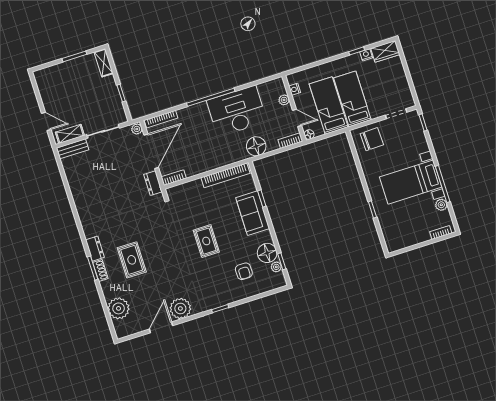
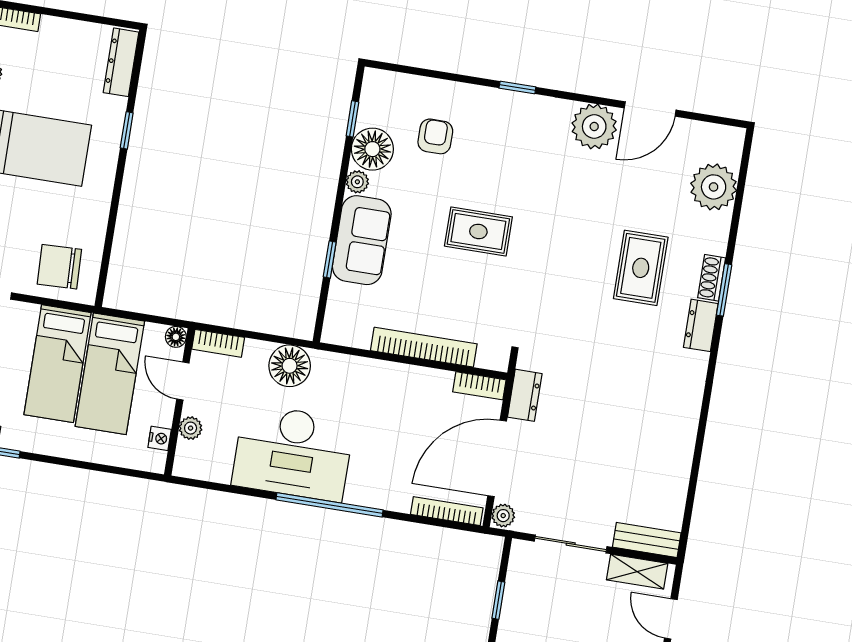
bookcase: (225, 175) -> (424, 347), moved
dresser: (389, 236) -> (121, 62), added
rug: (206, 241) -> (478, 231), turned 90
plant: (276, 267) -> (357, 182), moved

